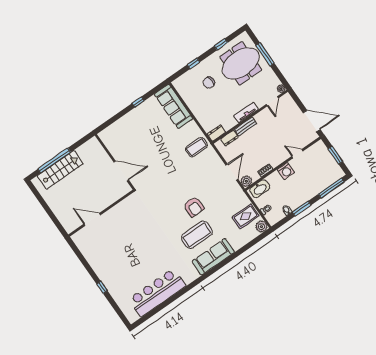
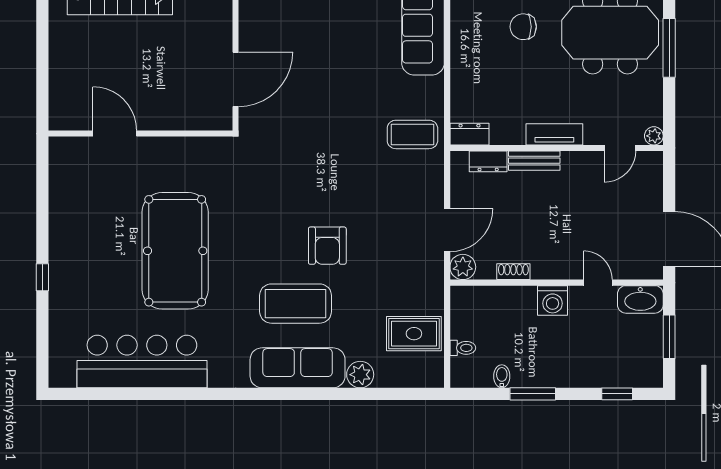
door: (121, 171) -> (236, 79), hinge flipped
window: (331, 188) -> (617, 394), width x0.46
washbasin: (260, 189) -> (640, 299), moved
plant: (261, 227) -> (360, 375), moved
pool table: (142, 246) -> (175, 251), added

